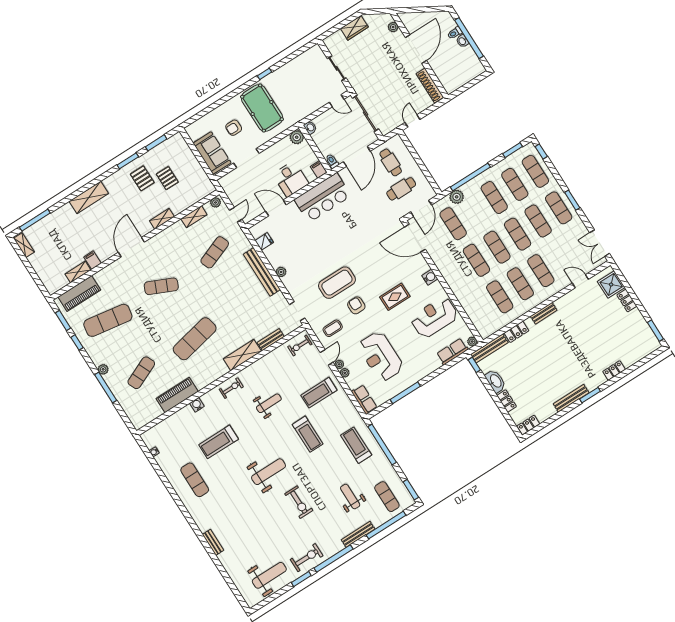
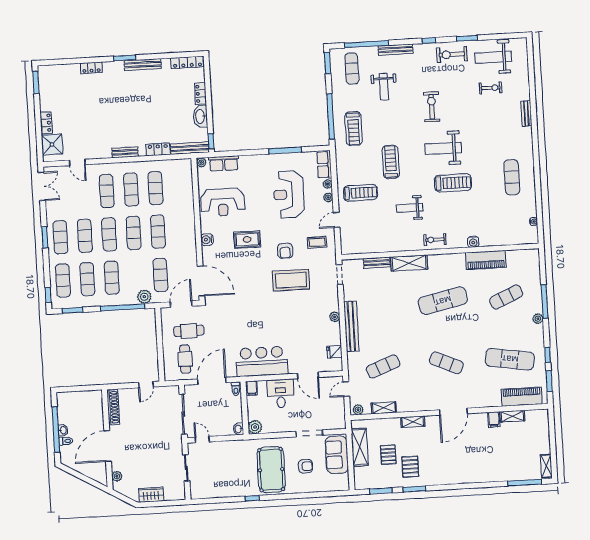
shelving: (89, 197) -> (360, 447), moved, turned 90
exercise bike: (300, 345) -> (491, 88), moved
reception desk: (381, 356) -> (289, 194), turned 180
plant: (339, 364) -> (328, 184), moved
locker: (528, 425) -> (187, 62), width x1.53
treadmill: (219, 442) -> (453, 183), moved
window: (333, 559) -> (429, 41), width x0.32

